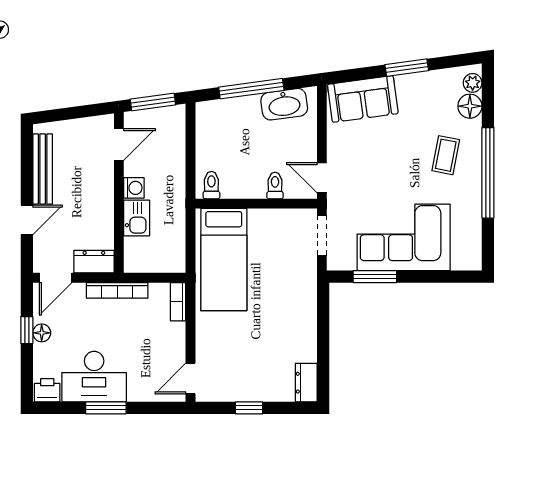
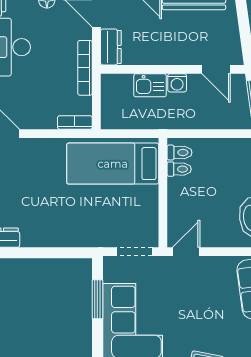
toilet: (275, 186) -> (179, 169), moved

